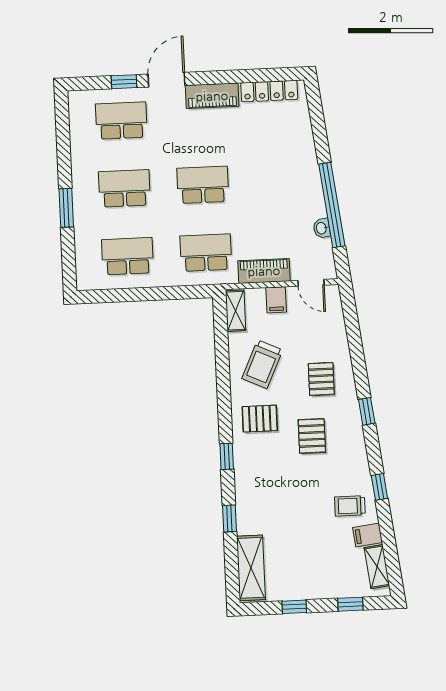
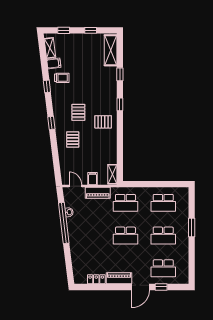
locker: (269, 91) -> (96, 279), width x0.66
trolley: (262, 364) -> (101, 148), removed

